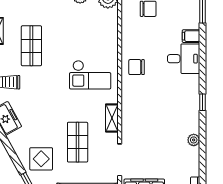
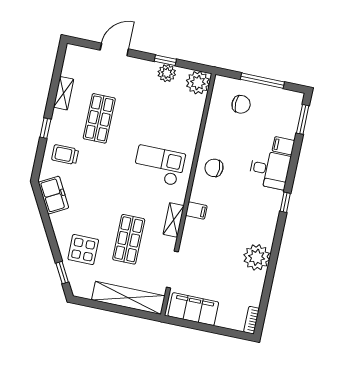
checkout: (90, 75) -> (159, 166), turned 180
window: (203, 102) -> (285, 202), moved
filing cabinet: (129, 106) -> (196, 211), added
plant: (194, 140) -> (257, 257), width x1.87, depth x1.87

